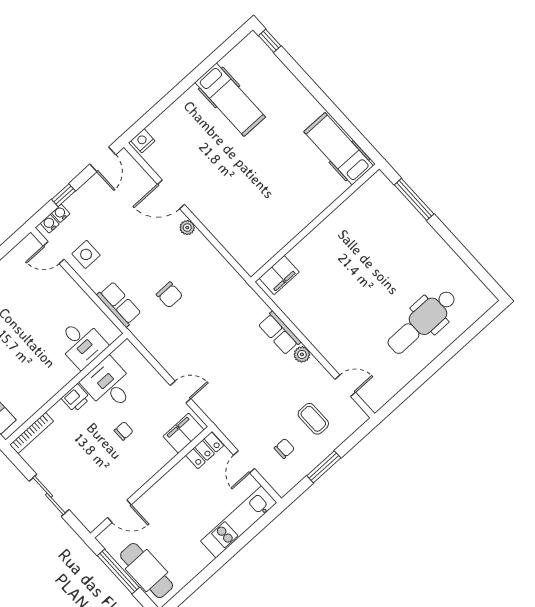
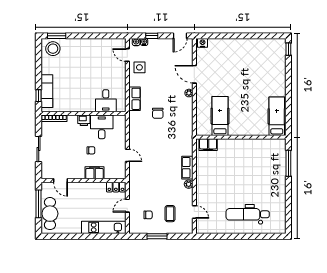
hospital bed: (230, 100) -> (220, 116), moved, turned 180
filing cabinet: (184, 433) -> (95, 173), moved

